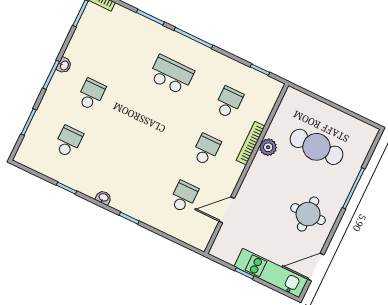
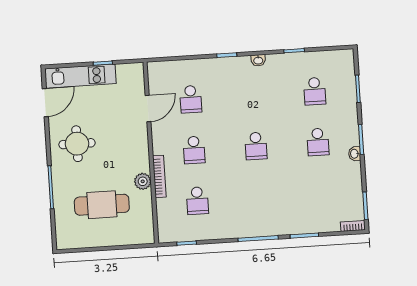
school desk: (171, 75) -> (256, 146), moved, width x0.54

